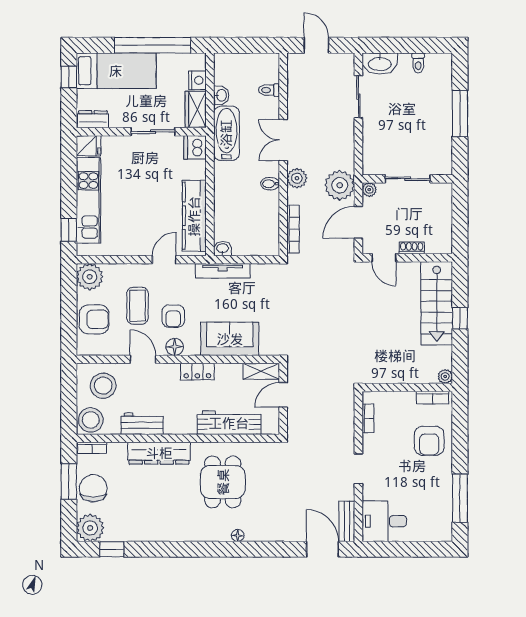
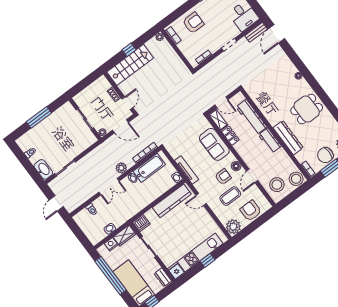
bathtub: (226, 133) -> (149, 168), moved, turned 180
plant: (340, 185) -> (110, 147), removed
window: (69, 230) -> (208, 260), moved
locker: (197, 372) -> (230, 136), moved
workbench: (142, 424) -> (270, 141), moved
dining table: (223, 482) -> (307, 109), moved

